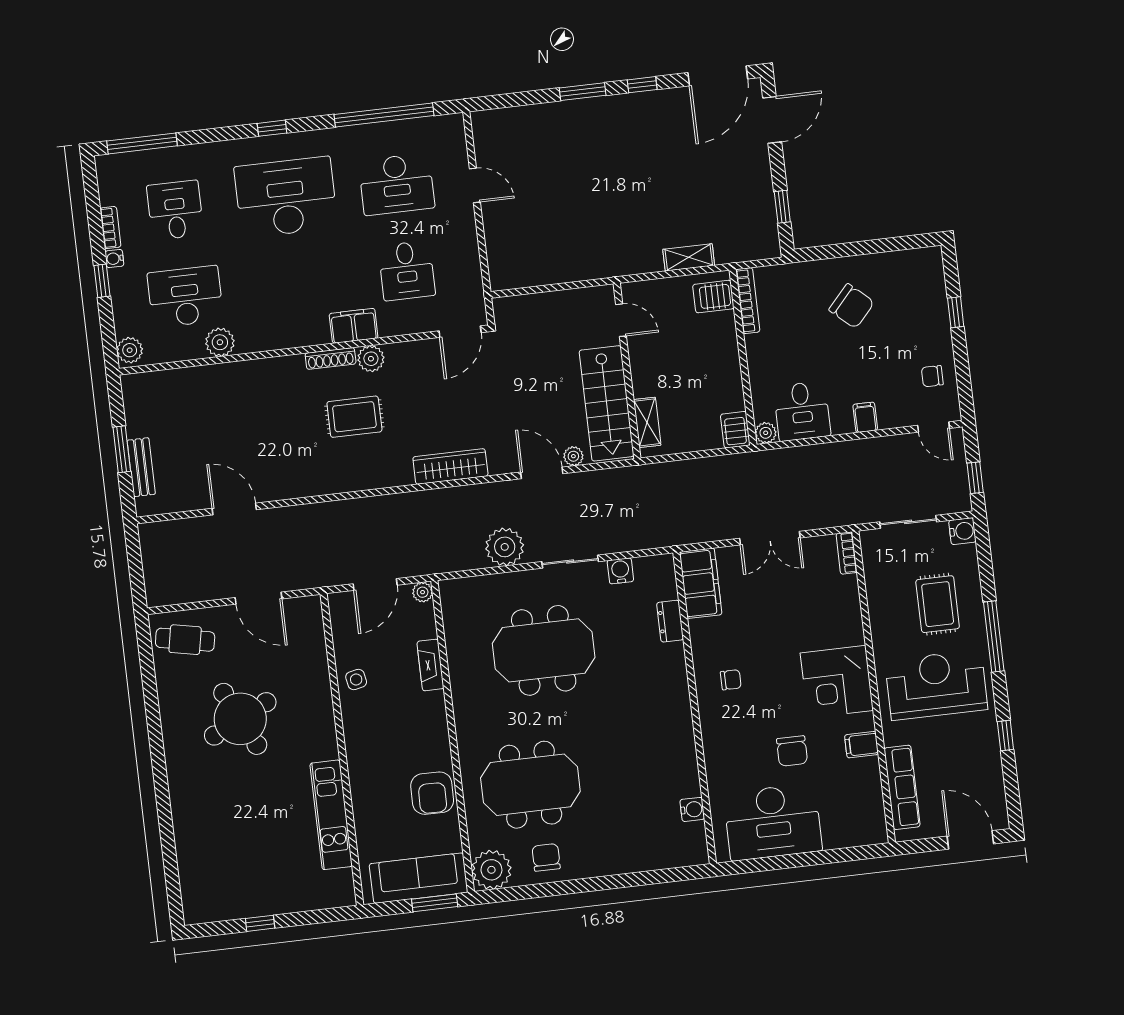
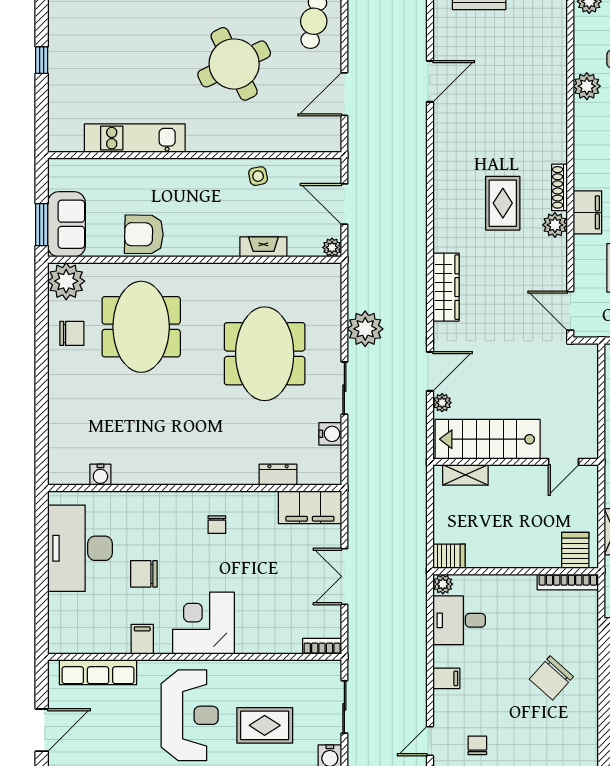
sofa: (419, 878) -> (66, 224), width x0.73

